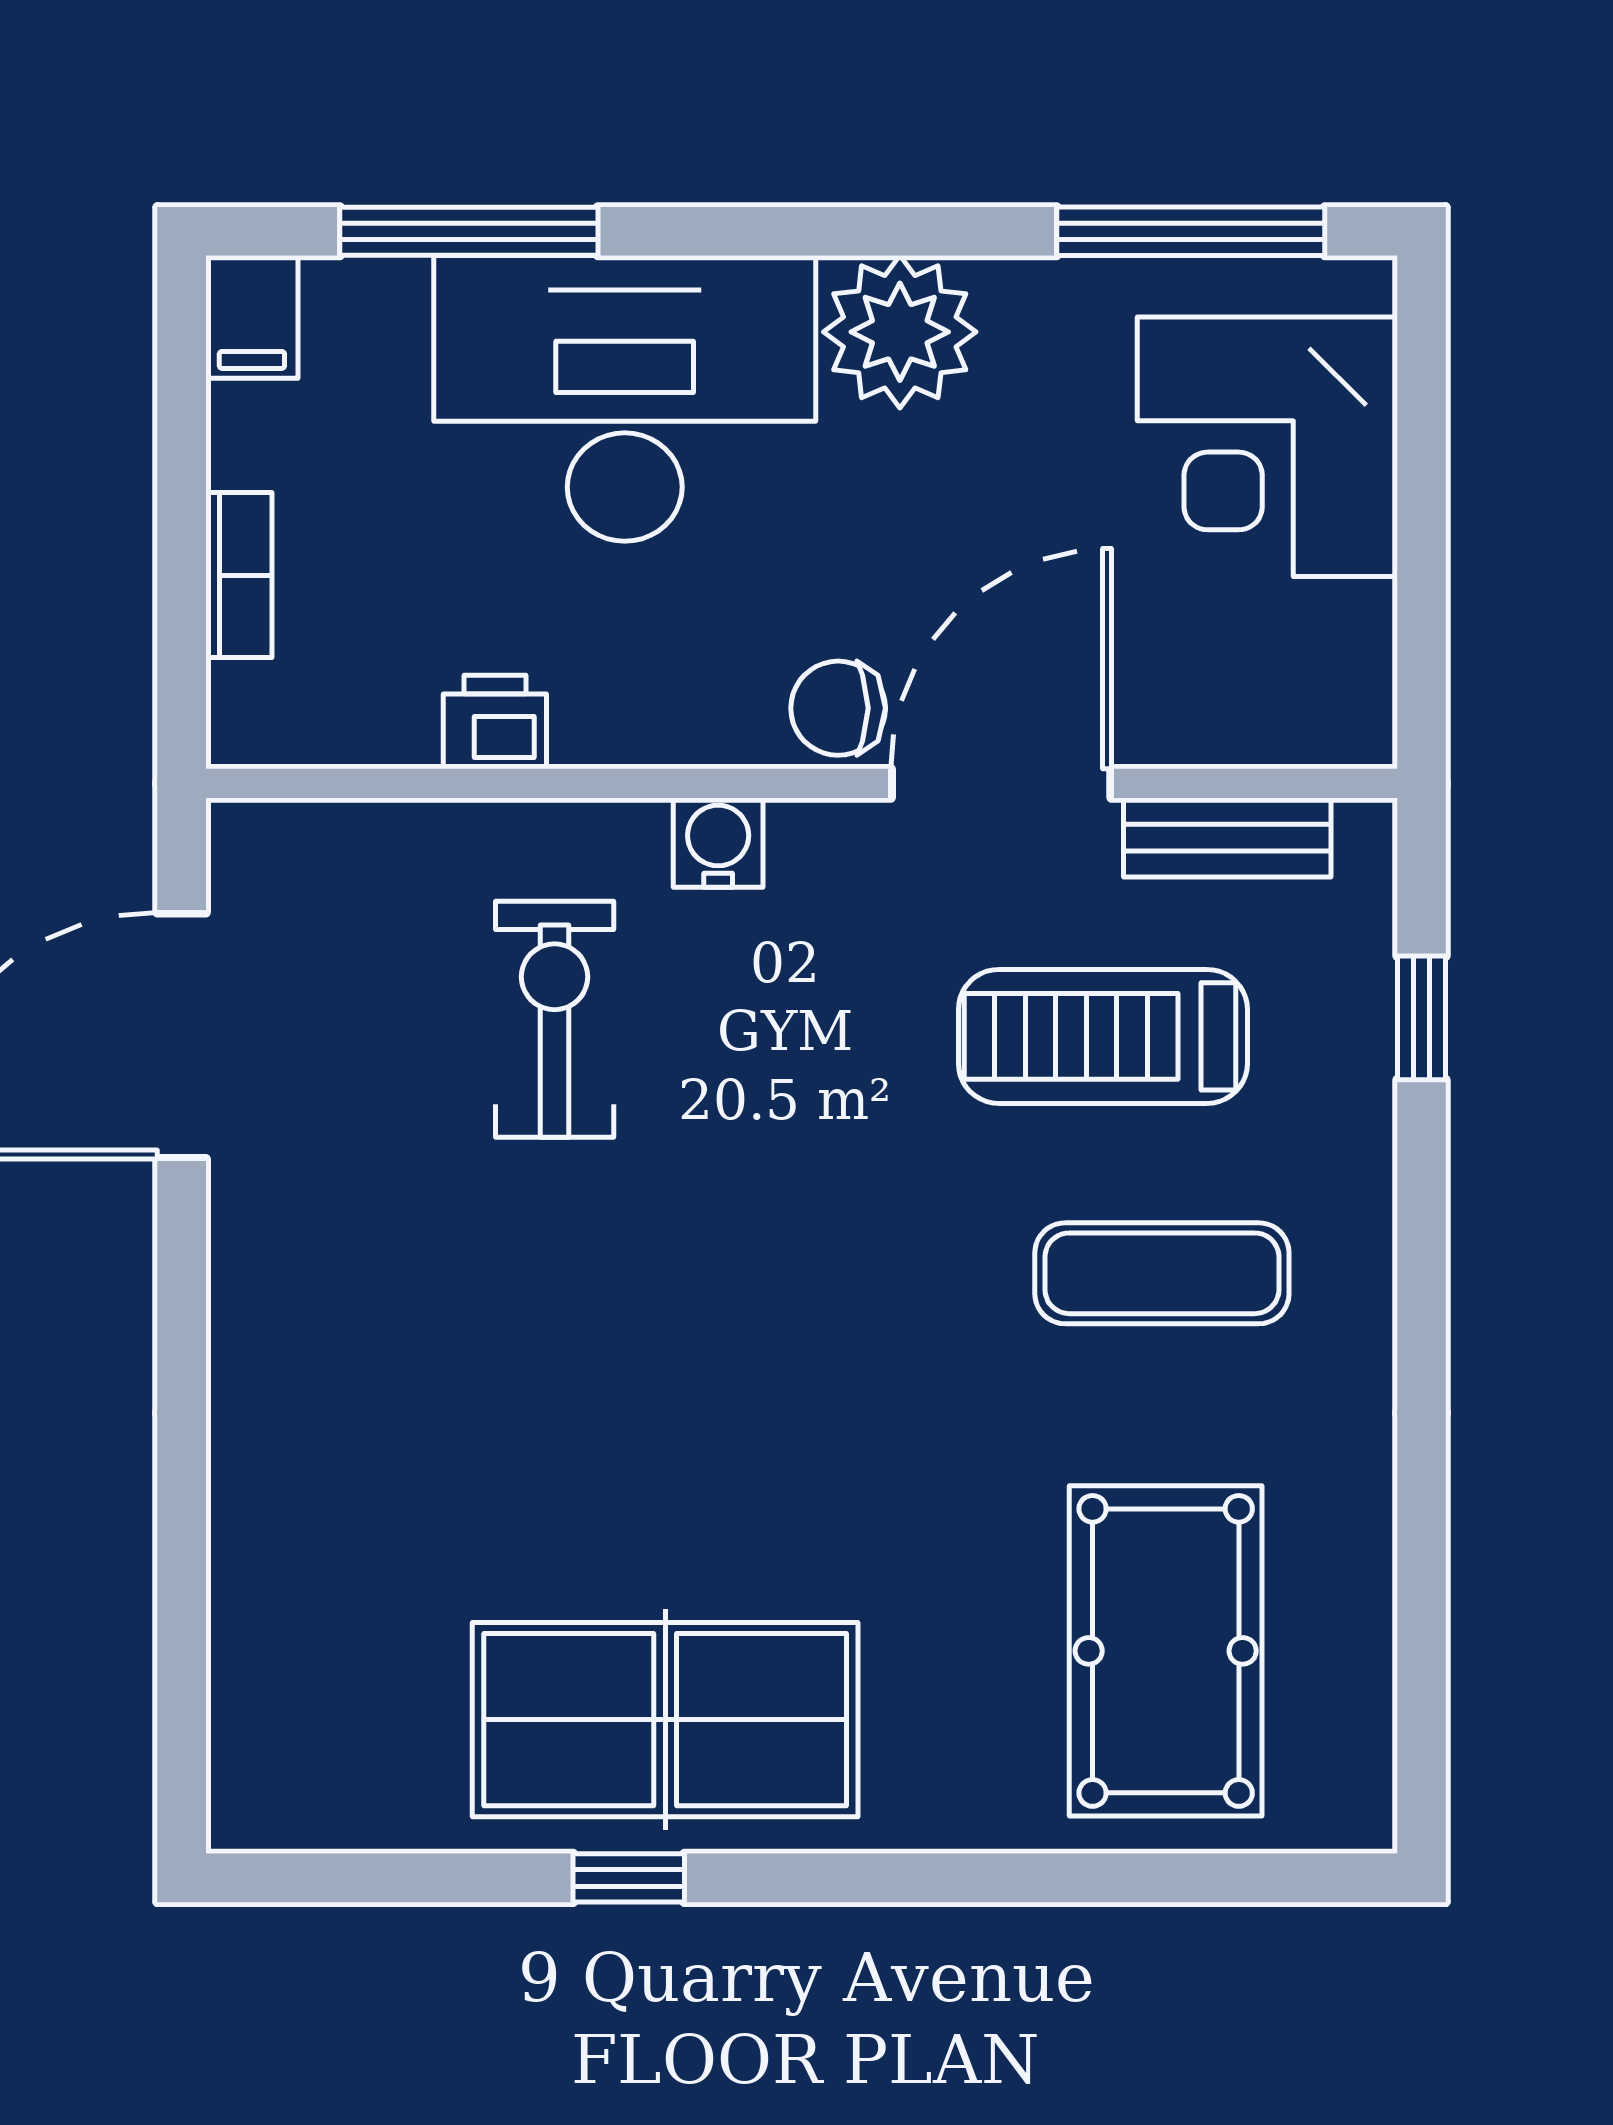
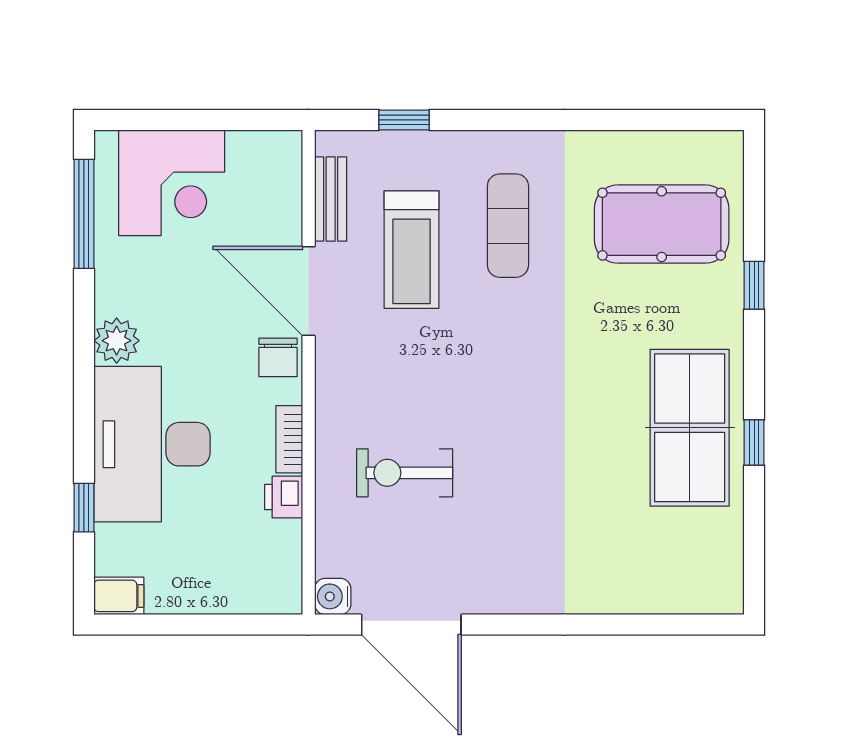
window: (469, 231) -> (84, 508), width x0.46
plant: (900, 332) -> (117, 341), width x0.73, depth x0.73
bookcase: (239, 575) -> (289, 439), moved, turned -90
water cooler: (718, 843) -> (333, 596), moved
window: (1015, 1878) -> (754, 285), added

